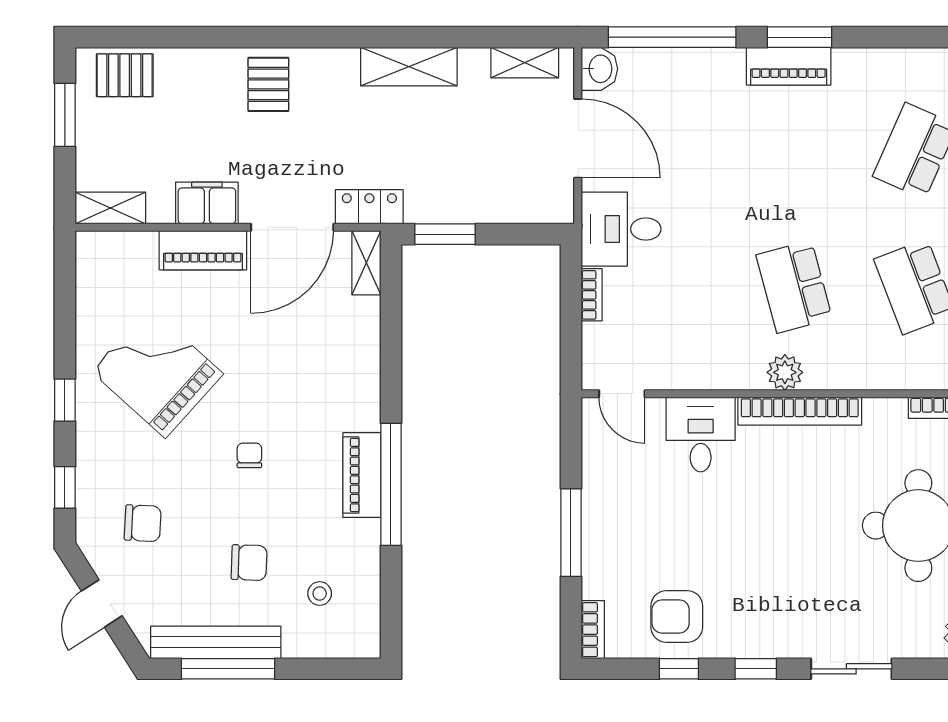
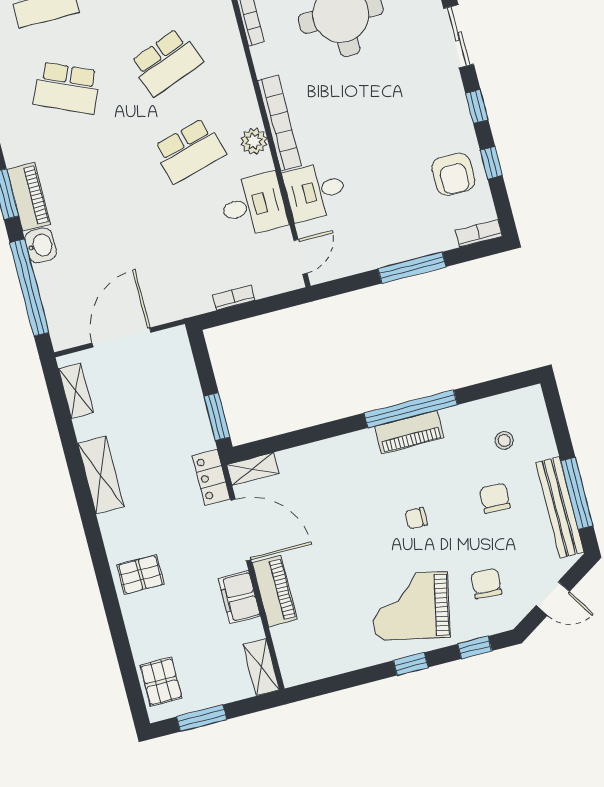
washbasin: (599, 69) -> (41, 245), moved, turned 90
desk: (621, 229) -> (253, 205), moved, turned -90
grand piano: (157, 373) -> (411, 606), moved, turned 60

